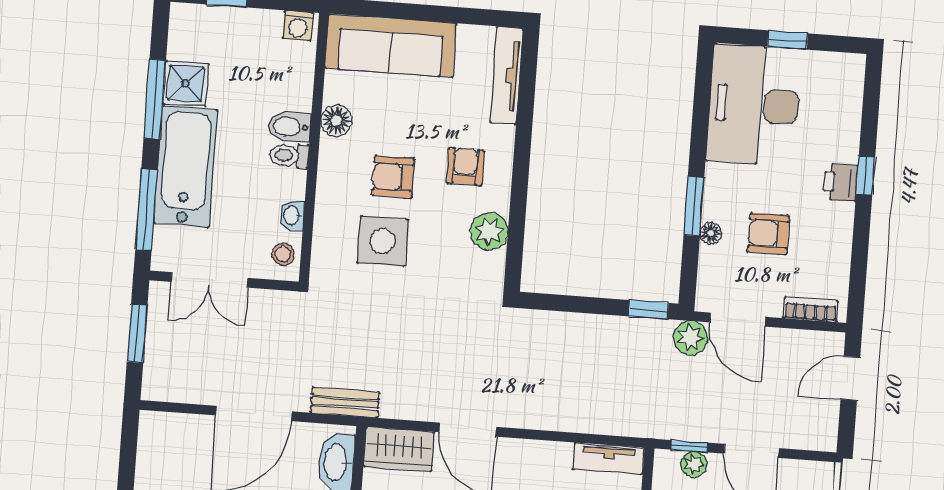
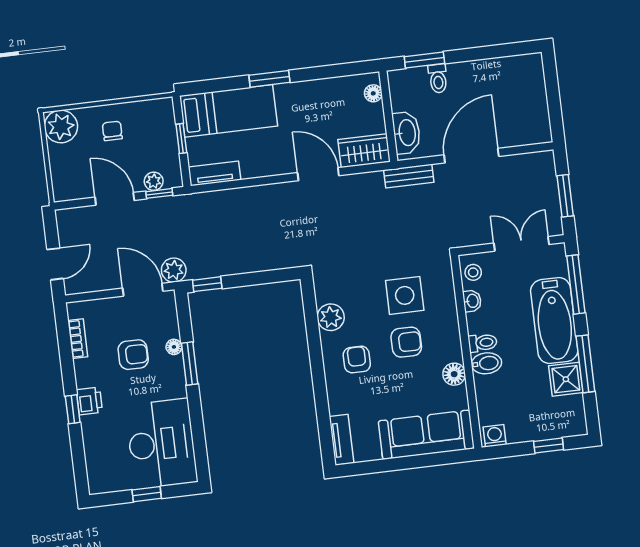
tv unit: (507, 75) -> (341, 440), width x0.71
armchair: (465, 167) -> (357, 360), turned 180
bookcase: (811, 309) -> (78, 339), moved, turned -90

